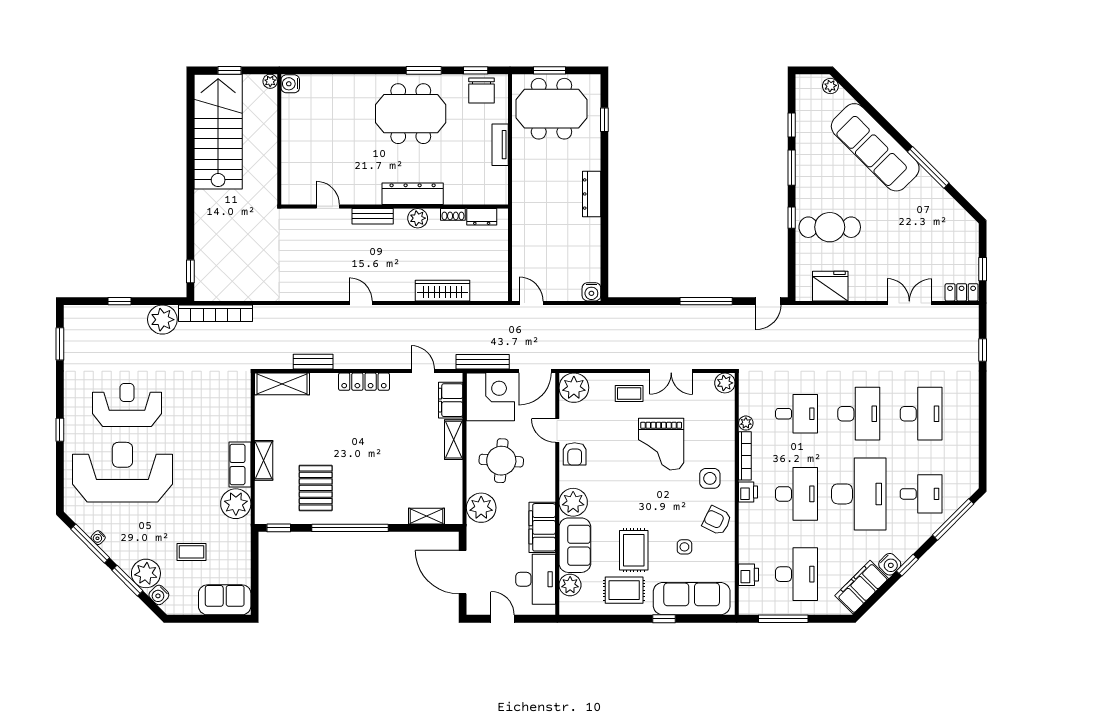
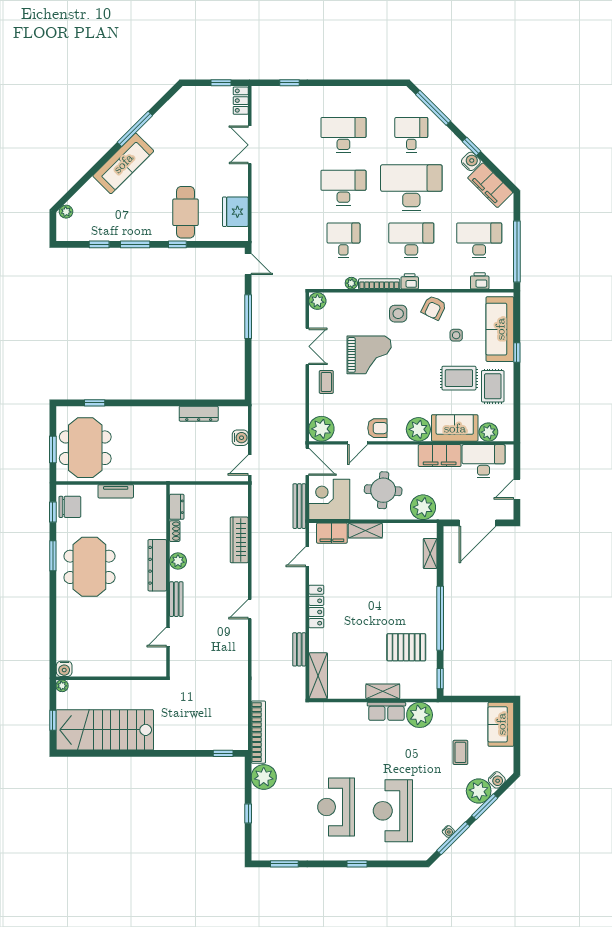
sofa: (875, 147) -> (123, 163), width x0.74, depth x0.79
dresser: (592, 194) -> (199, 414), moved
water cooler: (591, 292) -> (240, 438), moved
reception desk: (122, 472) -> (393, 811), width x0.74, depth x0.77
window: (783, 619) -> (517, 252), width x1.46

